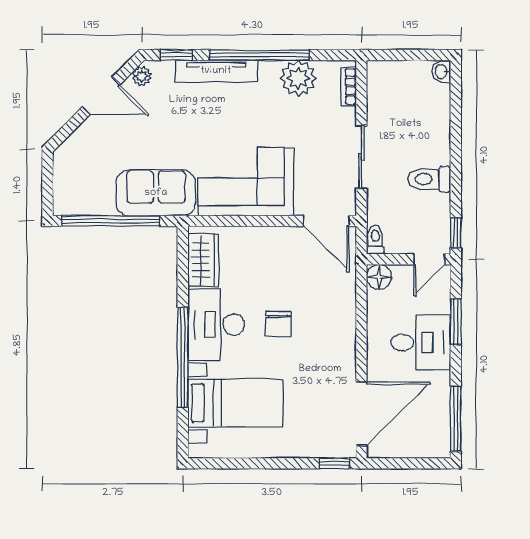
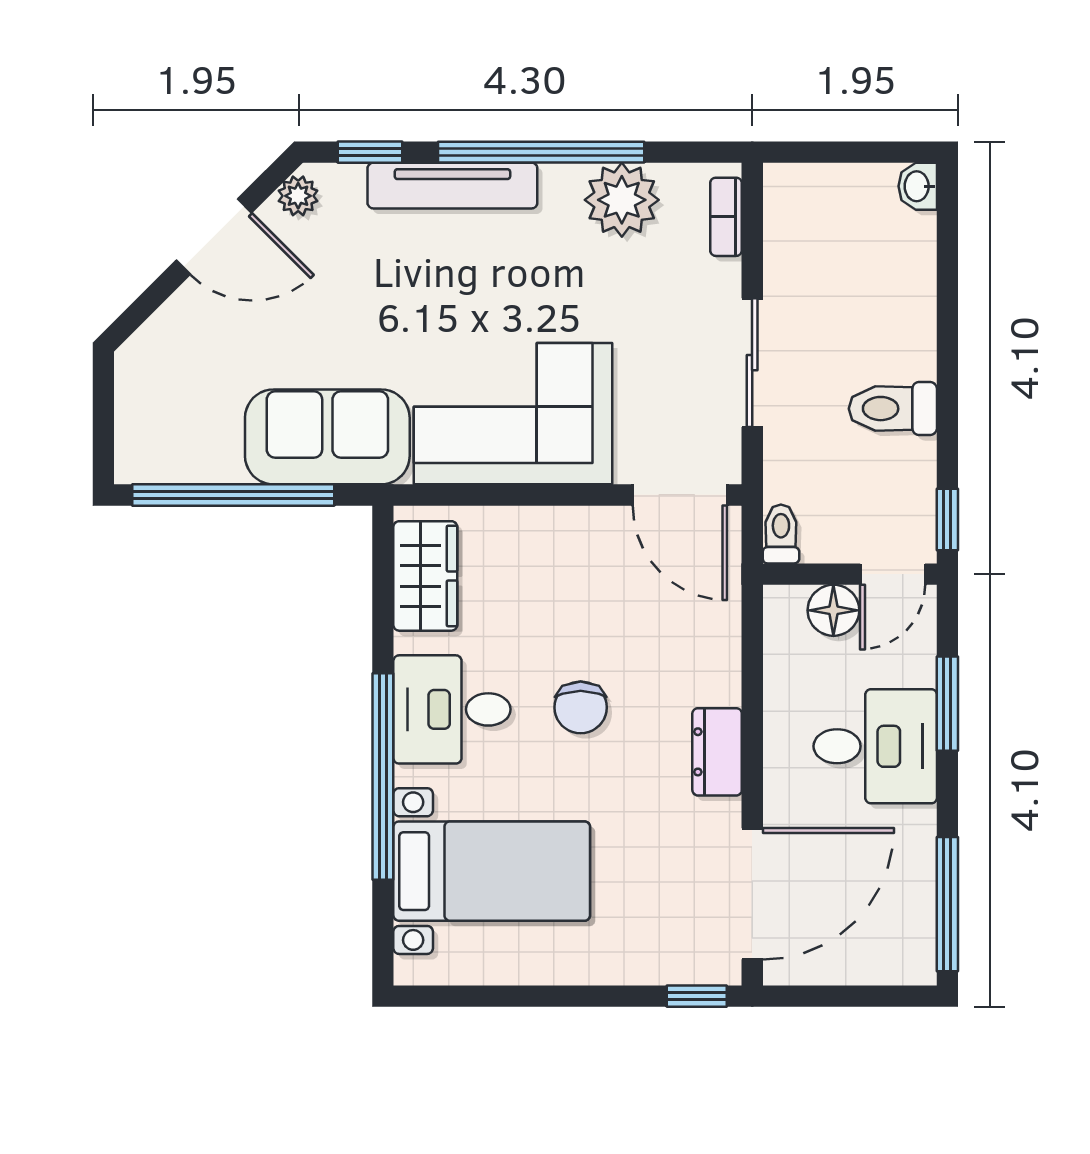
floor lamp: (379, 277) -> (833, 610), moved
desk: (216, 325) -> (452, 709), width x0.73
dresser: (344, 345) -> (717, 752), added

